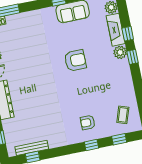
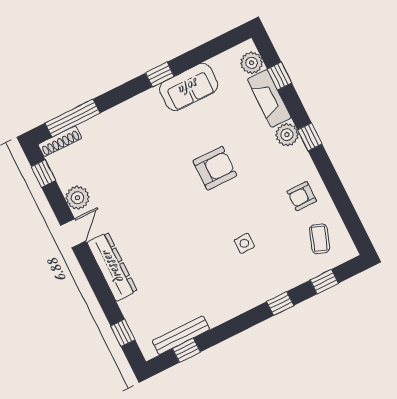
window: (128, 34) -> (279, 76), moved
side table: (80, 106) -> (244, 243), added
armchair: (88, 122) -> (302, 196), moved

